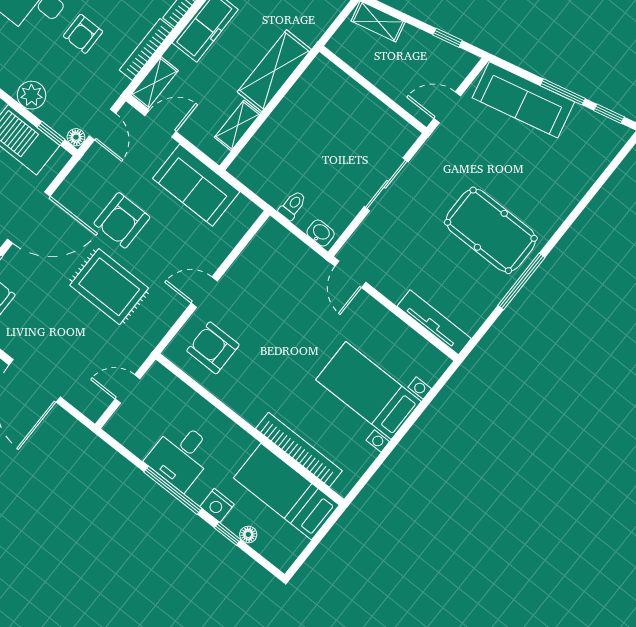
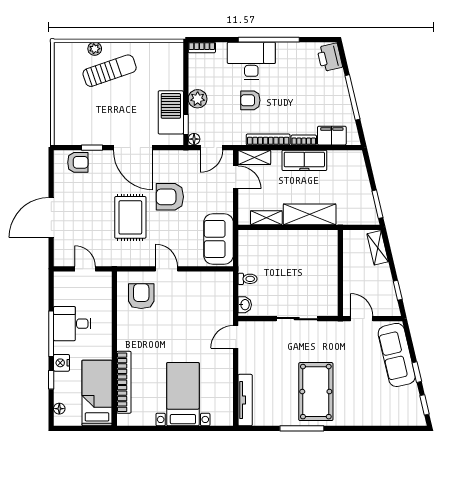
window: (563, 92) -> (417, 372), width x0.67
sofa: (196, 185) -> (218, 239), moved
floor lamp: (248, 535) -> (59, 409), moved

